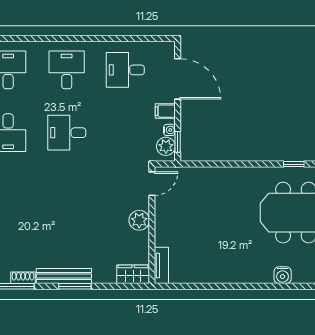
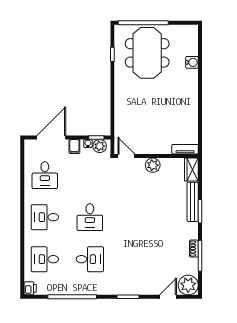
bench: (64, 276) -> (193, 202), moved

